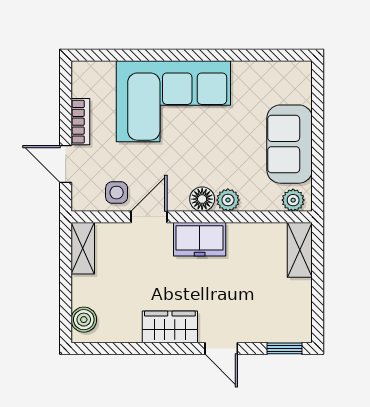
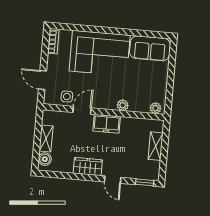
bookcase: (80, 122) -> (53, 42), moved
sofa: (290, 144) -> (150, 48), moved, turned -90
floor lamp: (202, 199) -> (110, 104), removed
shelving: (83, 248) -> (46, 138), moved
shelving: (300, 250) -> (156, 146), moved

